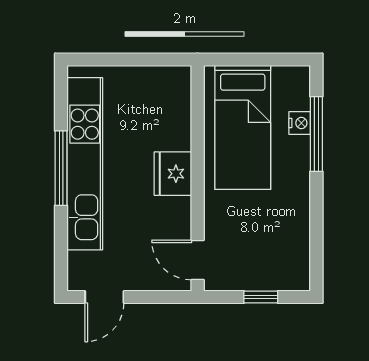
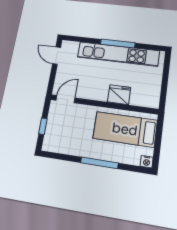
nightstand: (300, 123) -> (147, 162), moved
window: (316, 134) -> (99, 163), moved
fridge: (173, 174) -> (119, 95), moved

